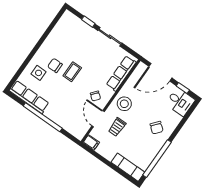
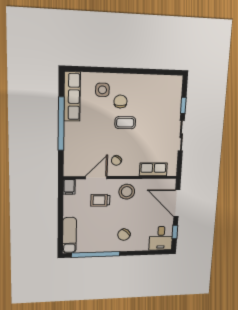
row of seats: (121, 73) -> (153, 169), width x0.68

